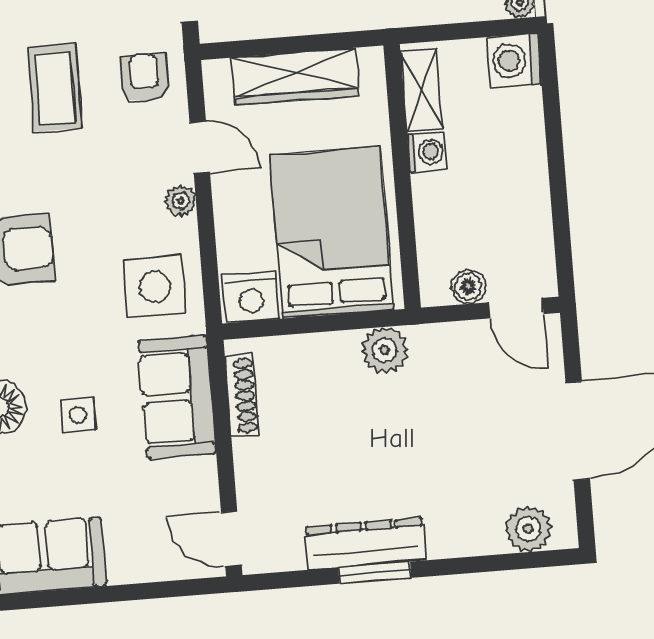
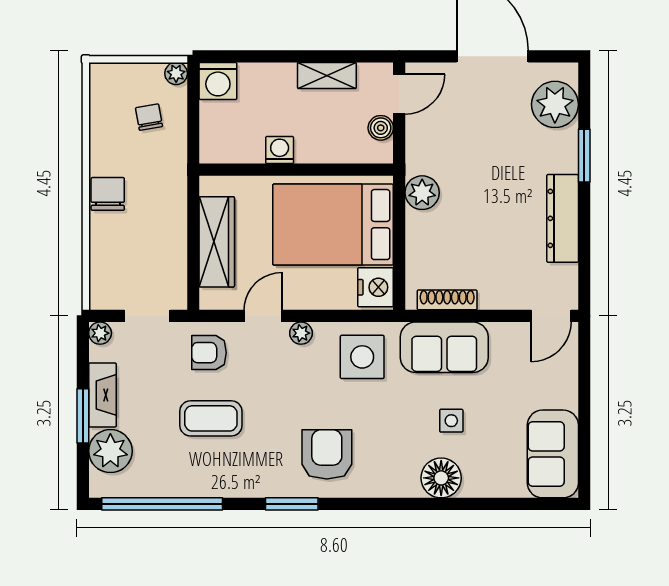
shelving: (421, 90) -> (327, 75), moved
plant: (528, 529) -> (555, 104), width x1.36, depth x1.36
window: (375, 573) -> (584, 156), moved

